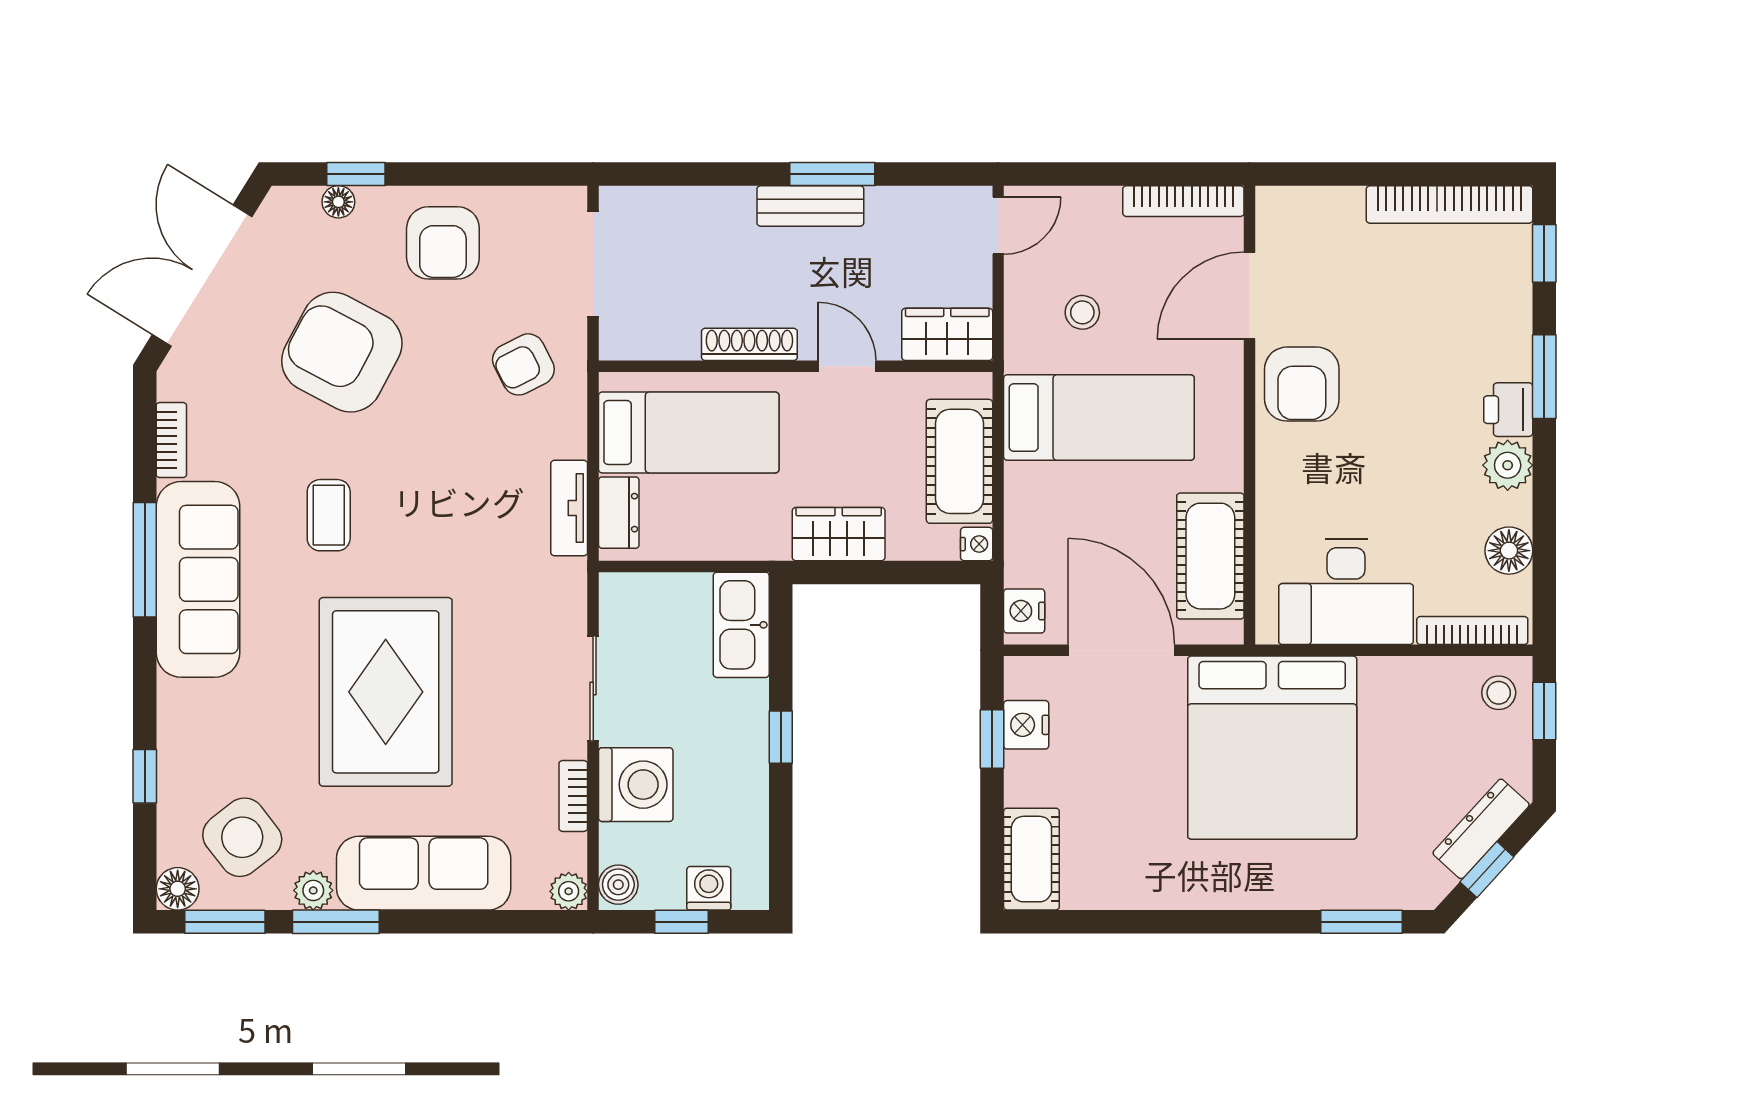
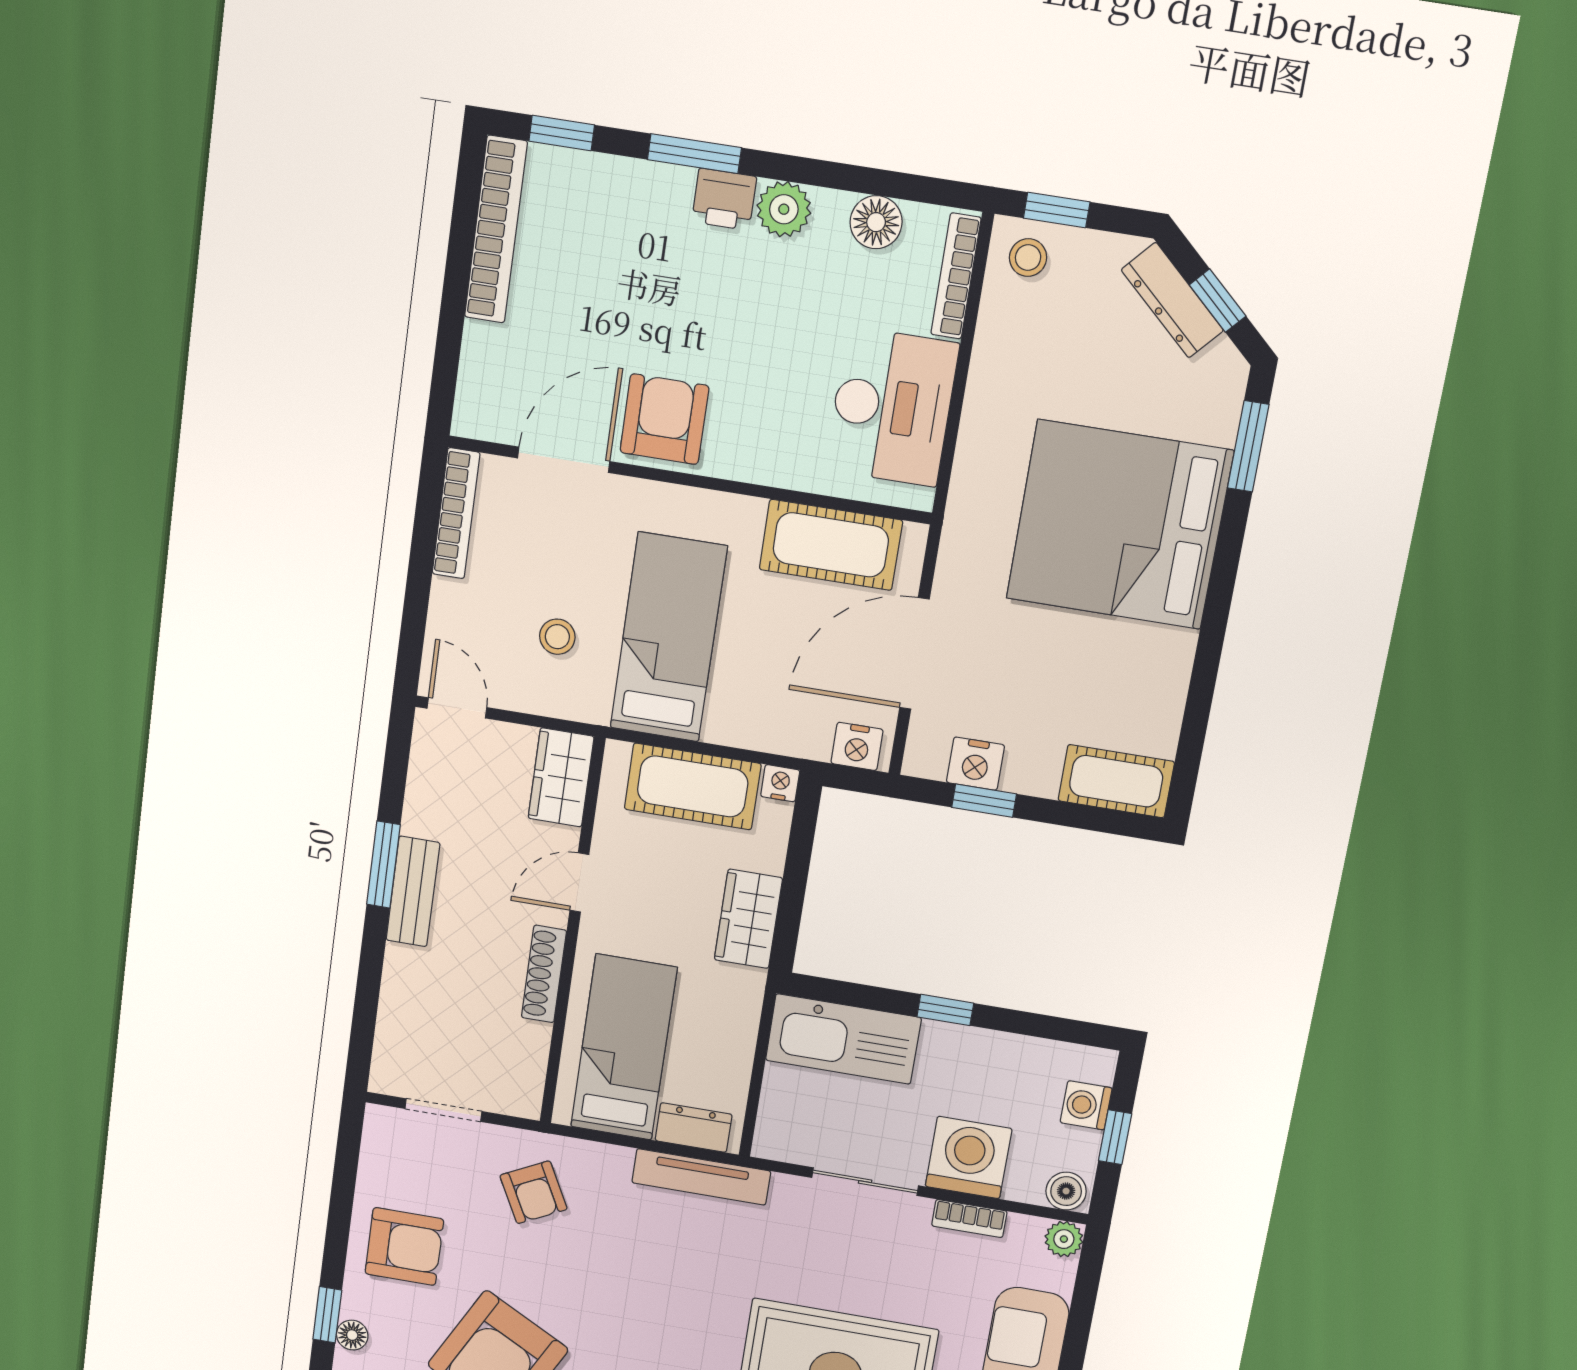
doorway: (593, 264) -> (443, 1110), width x0.73
door: (1250, 296) -> (564, 460), swing flipped
armchair: (1302, 384) -> (664, 419), turned -90
tv unit: (569, 508) -> (701, 1177), width x1.41
kitchen sink: (741, 625) -> (843, 1039), width x1.36, depth x1.24
bed: (1272, 748) -> (1119, 525), moved, turned 180

